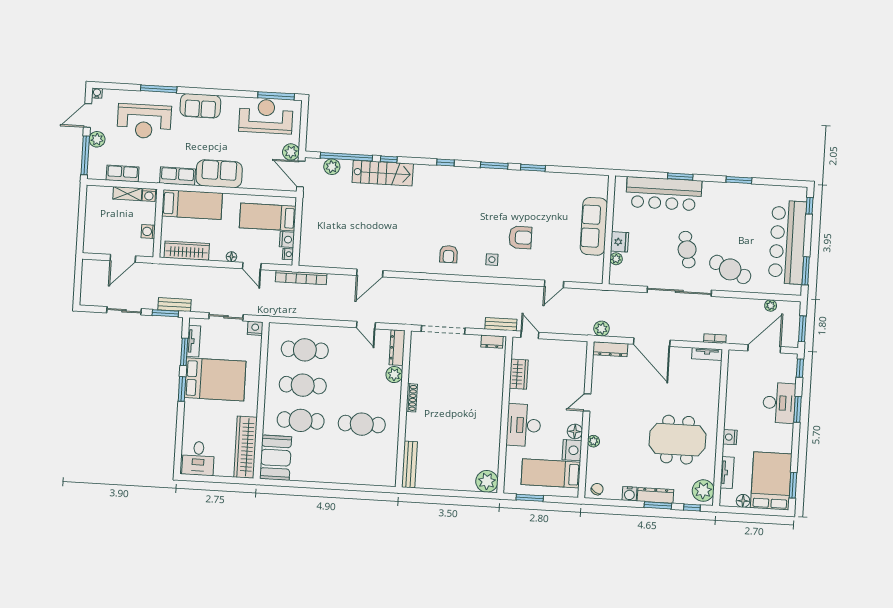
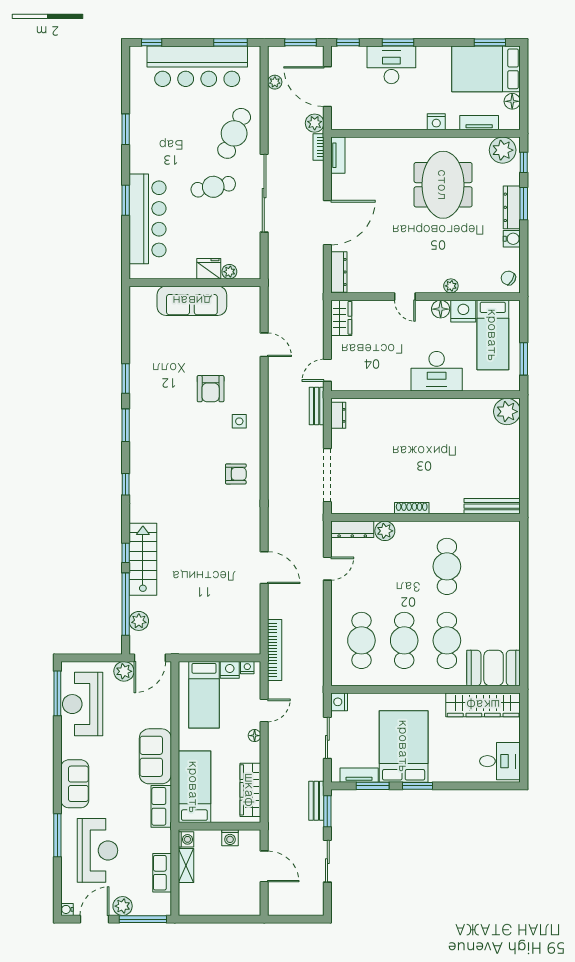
door: (88, 115) -> (94, 919), swing flipped
armchair: (520, 237) -> (211, 389), turned 180
plant: (602, 329) -> (315, 123), moved
wardrobe: (519, 374) -> (341, 318), moved, turned 90

